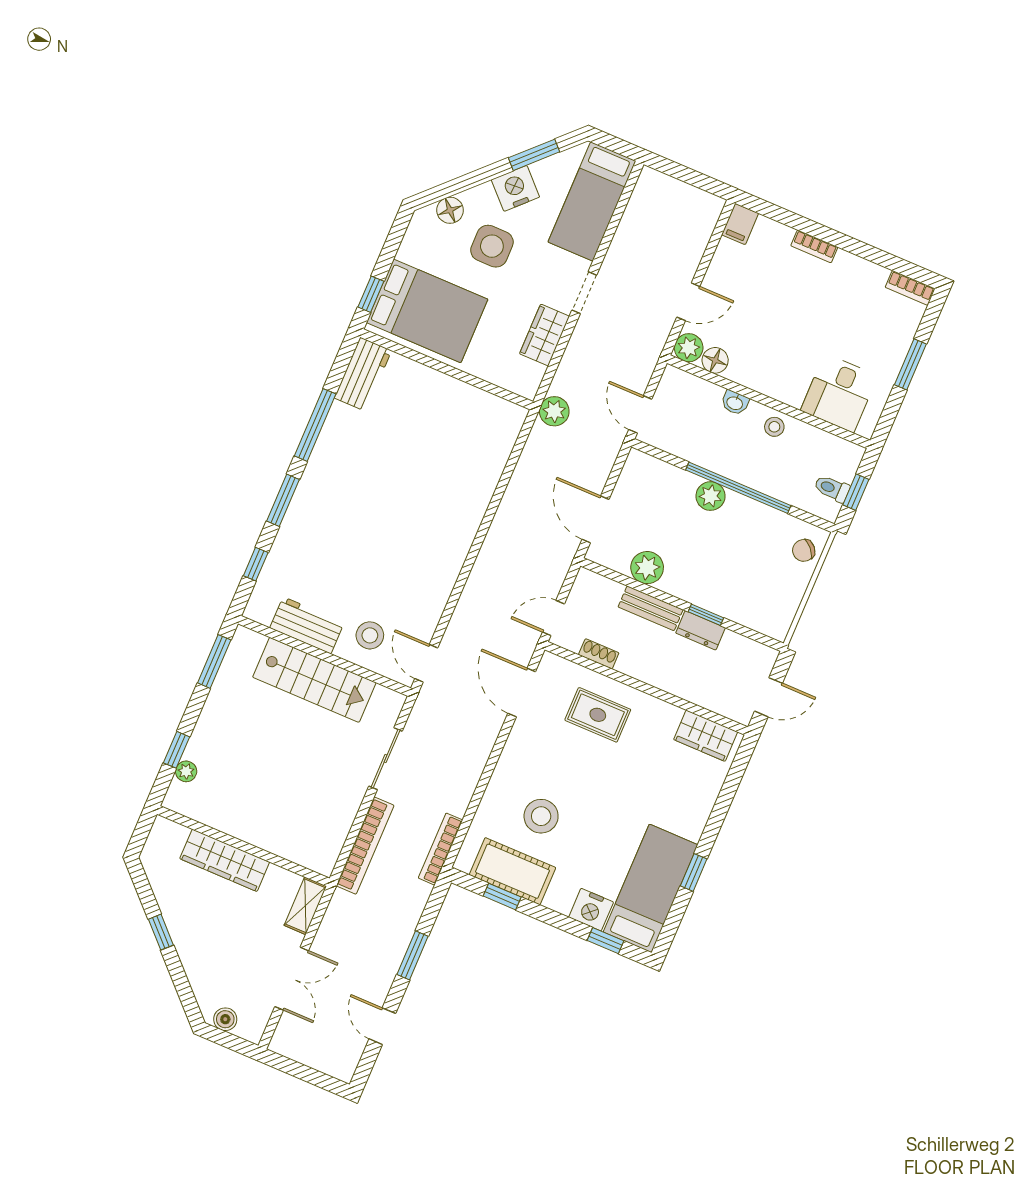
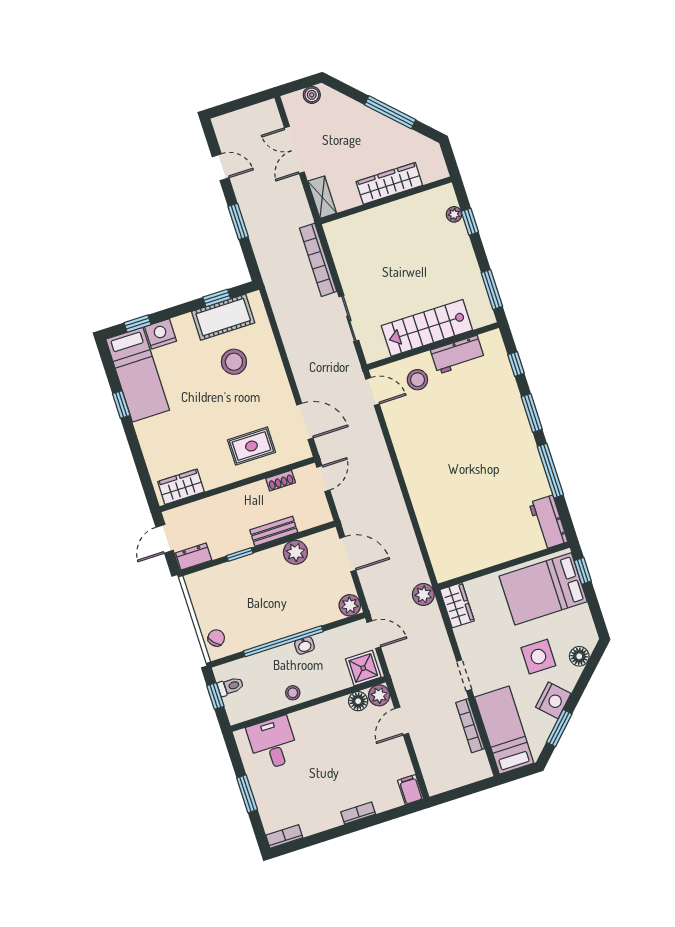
wardrobe: (545, 335) -> (457, 605), moved
shower: (681, 390) -> (363, 668), added
washbasin: (735, 403) -> (304, 645), moved, turned 180
plant: (711, 496) -> (350, 605), moved
dresser: (701, 630) -> (194, 557), moved
bookcase: (440, 849) -> (470, 726), moved, turned 180
window: (161, 932) -> (390, 112), width x2.17

